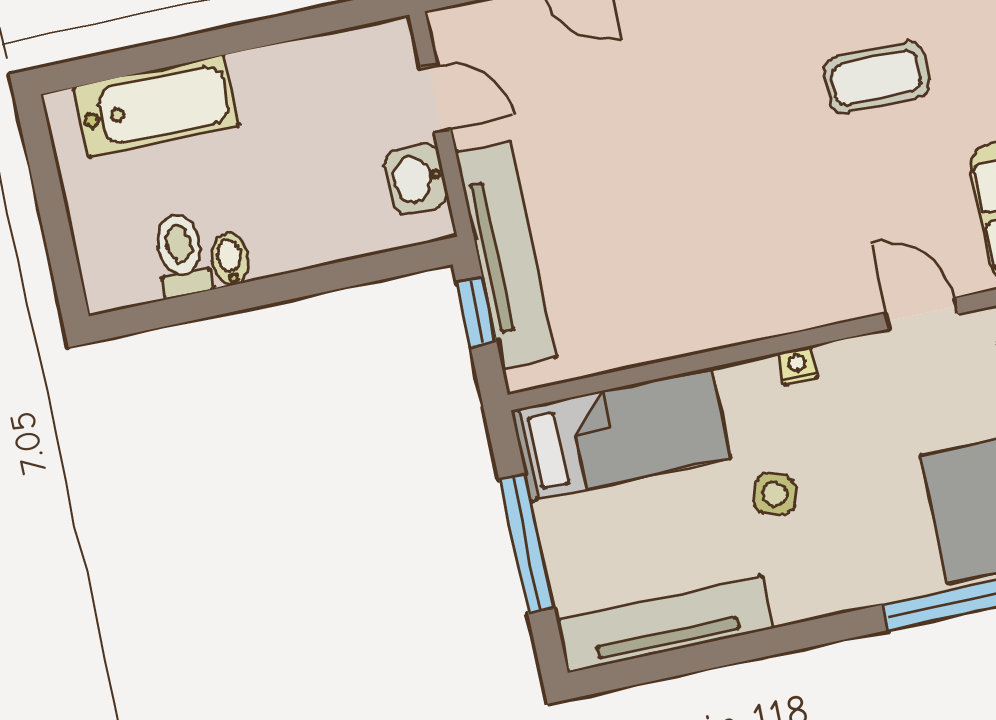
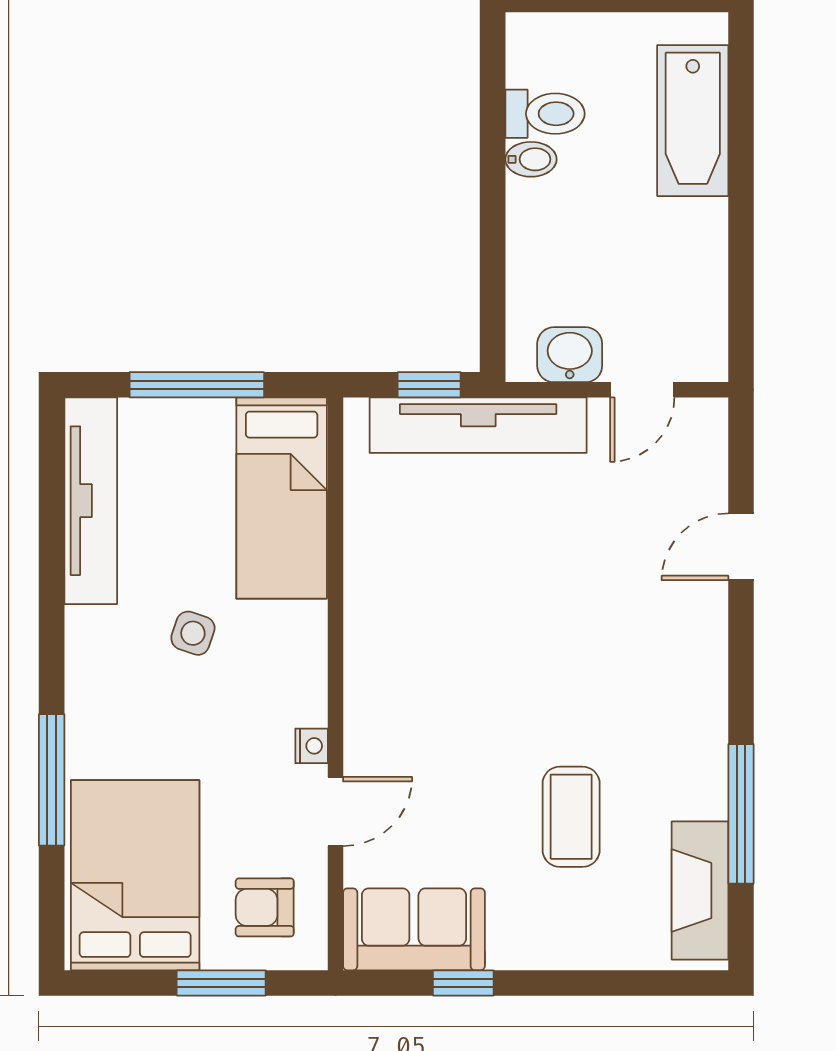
nightstand: (798, 365) -> (312, 746), moved

